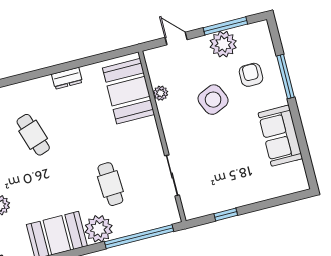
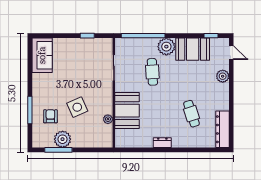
door: (176, 39) -> (90, 150), removed
armchair: (251, 75) -> (50, 116), turned 180
booth: (129, 91) -> (127, 111), moved
sofa: (280, 136) -> (42, 55), moved

